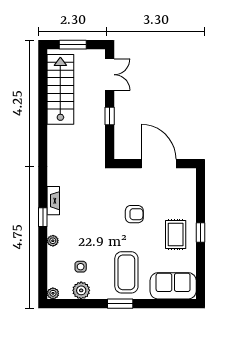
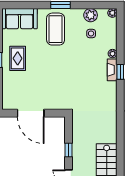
fireplace: (53, 201) -> (112, 70), moved
armchair: (134, 214) -> (50, 74), removed

